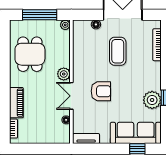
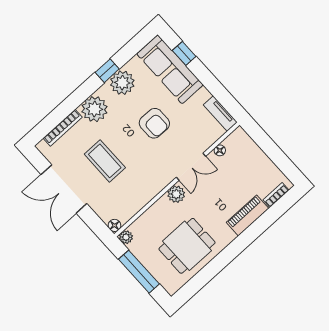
floor lamp: (96, 24) -> (115, 225), moved
coffee table: (118, 51) -> (105, 161), turned 90
plant: (151, 72) -> (94, 109), added
armchair: (101, 91) -> (154, 123), moved, turned 180

